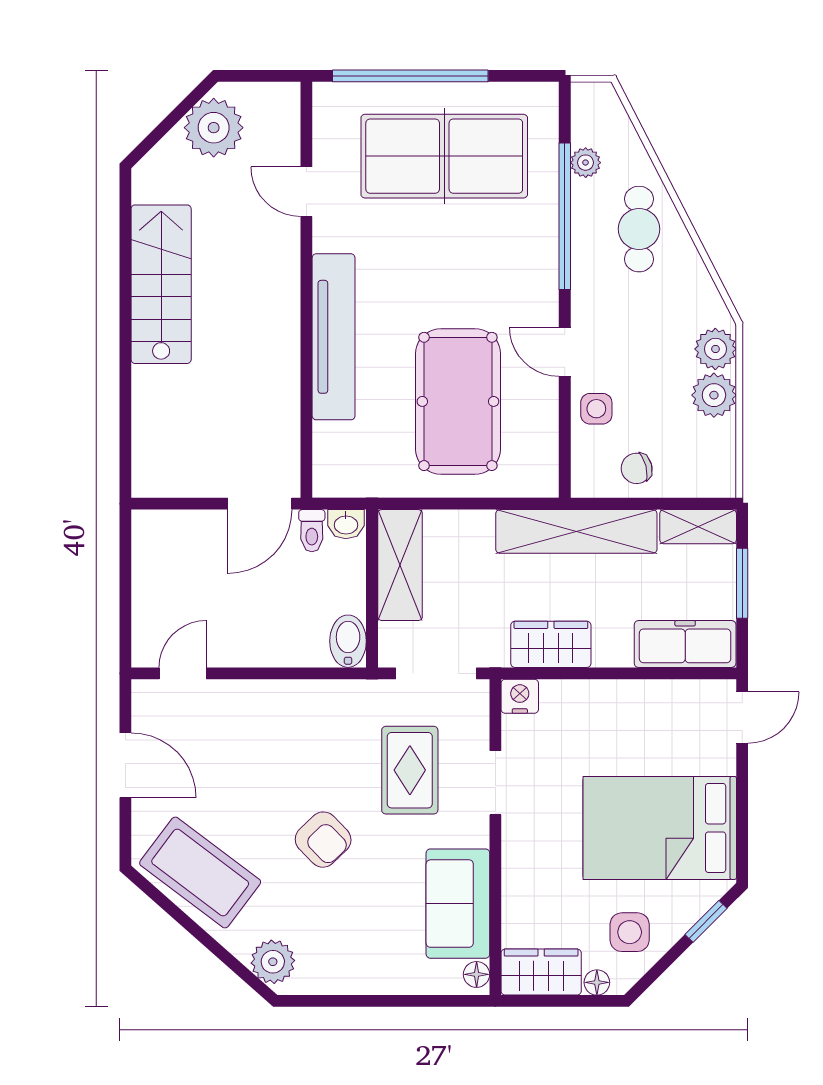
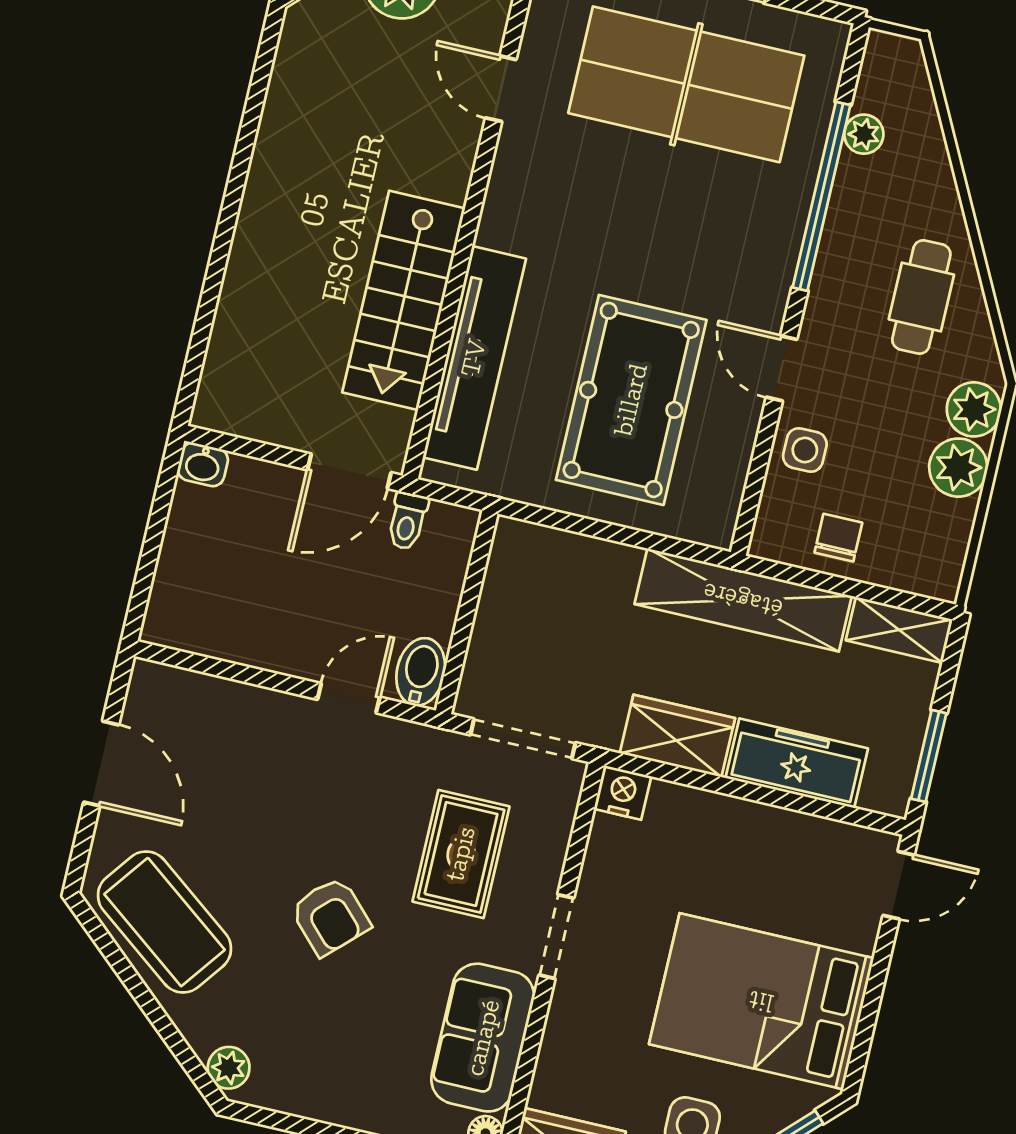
cafe table: (639, 229) -> (921, 297), moved
stairs: (161, 284) -> (404, 300), moved, turned 180
tv unit: (334, 337) -> (474, 358), moved
chair: (637, 468) -> (838, 538), turned 105
washbasin: (346, 524) -> (203, 464), moved
shelving: (400, 565) -> (509, 591), removed
window: (742, 583) -> (929, 756), moved
freezer: (685, 644) -> (797, 763), moved
door: (183, 673) -> (349, 698), moved
doorway: (495, 783) -> (556, 937), moved
plant: (273, 962) -> (229, 1068), width x0.73, depth x0.73

